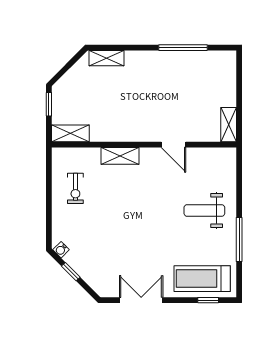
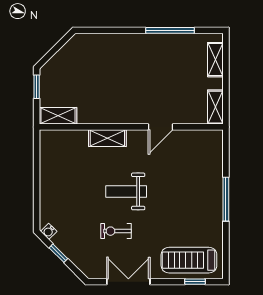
shelving: (107, 58) -> (215, 60), moved, turned 90
door: (174, 145) -> (161, 127), hinge flipped
exercise bike: (75, 188) -> (116, 231), moved, turned 90
weight bench: (204, 210) -> (126, 191), moved
window: (239, 239) -> (226, 199), moved

